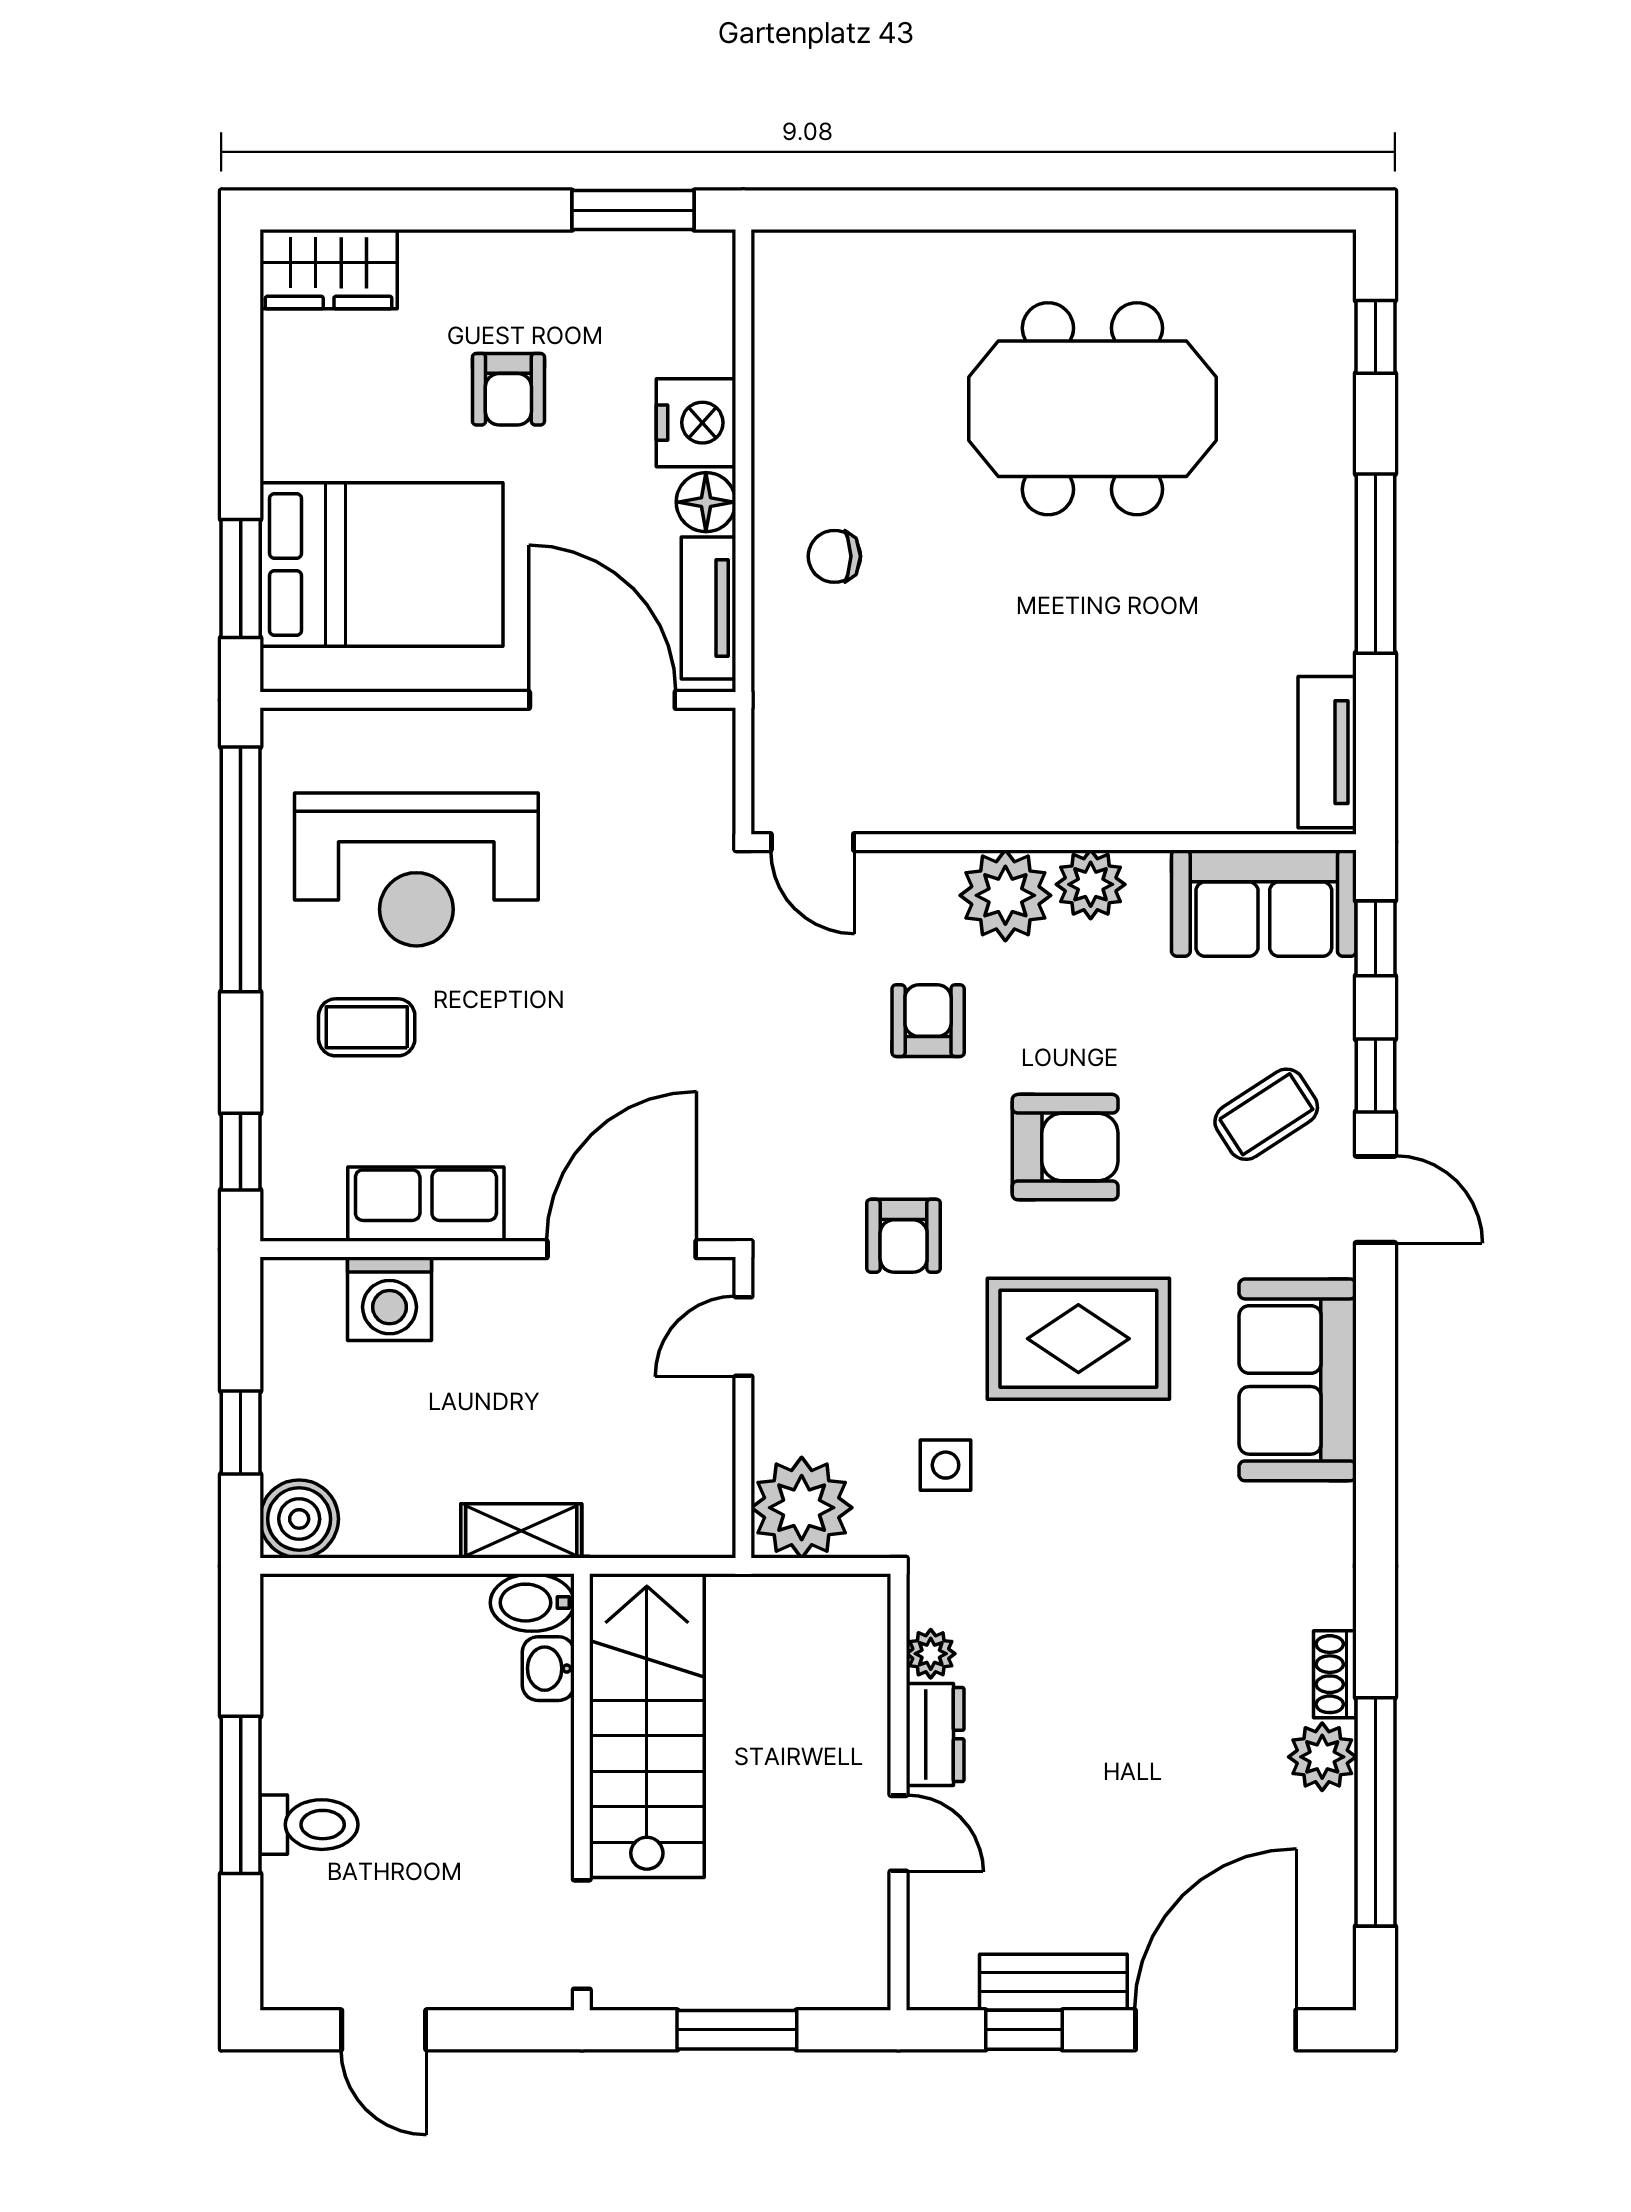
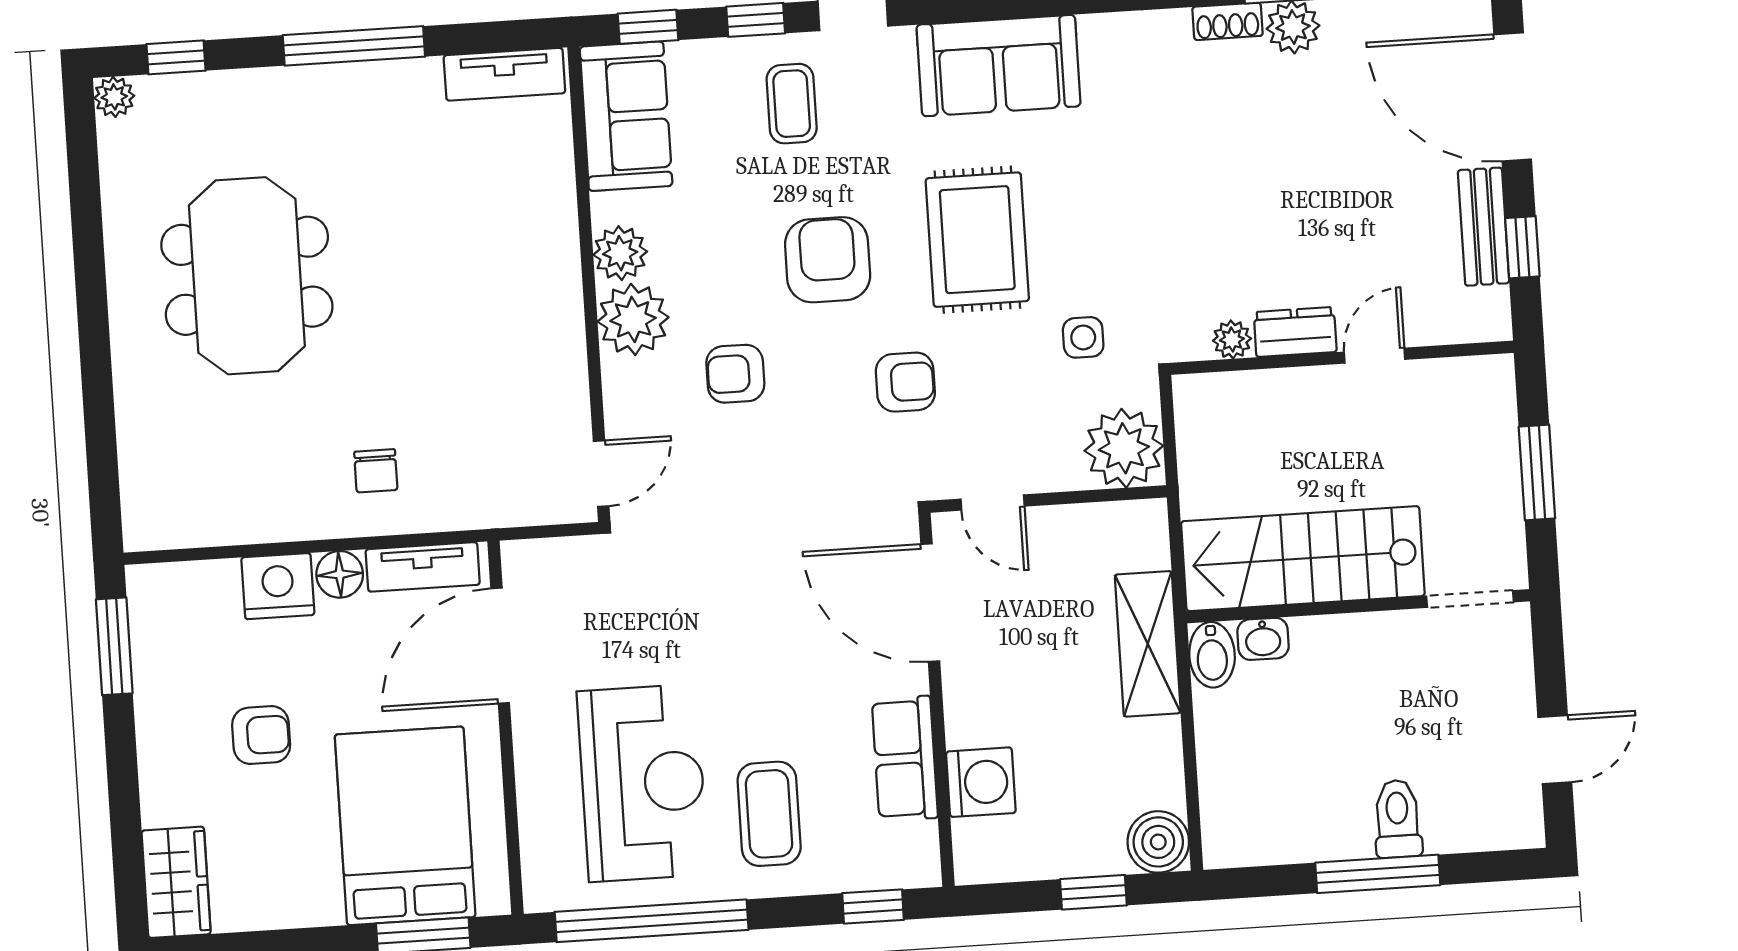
plant: (1330, 255) -> (114, 97), added
coffee table: (367, 1027) -> (769, 814), width x1.36, depth x1.30
coffee table: (1266, 1114) -> (792, 104), turned 33
shelving: (521, 1531) -> (1148, 644), width x1.50, depth x1.33

